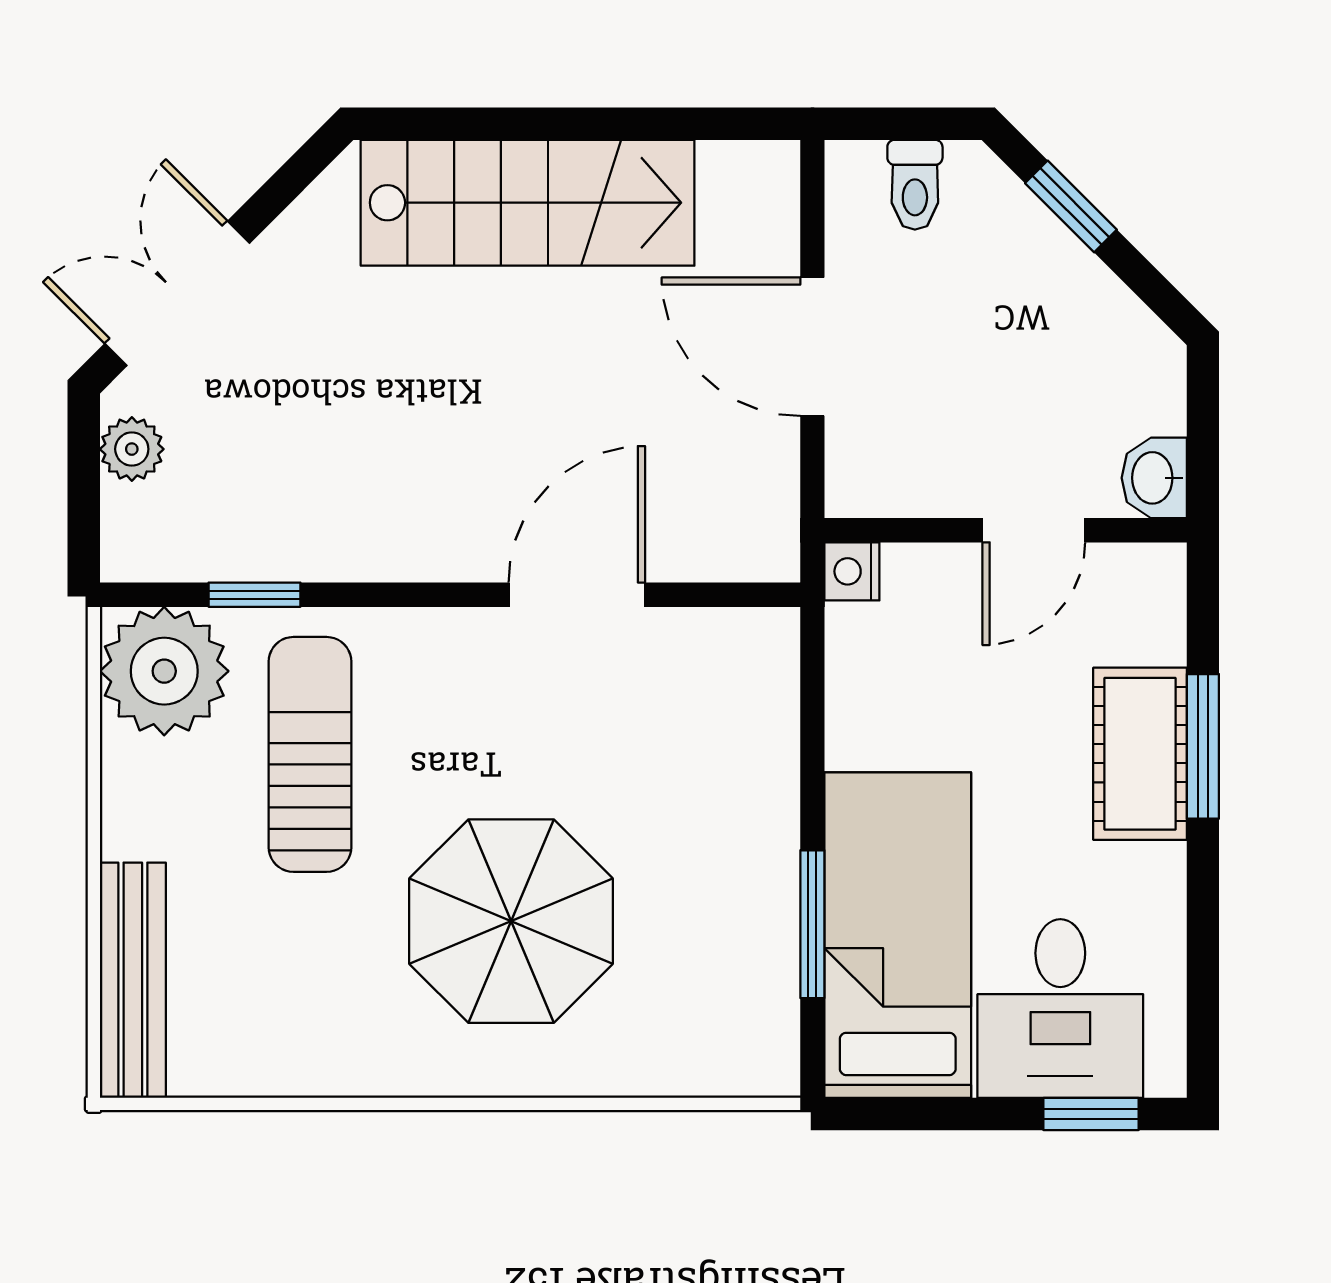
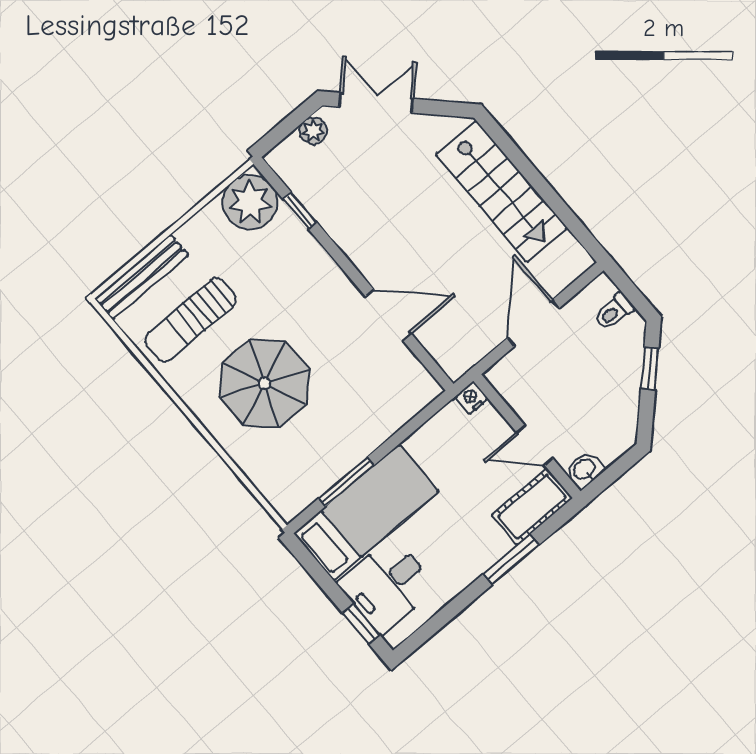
sun lounger: (310, 754) -> (191, 320), moved, turned 180
cot: (1140, 754) -> (532, 507), moved

